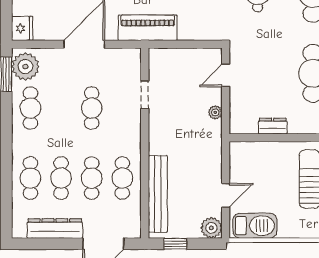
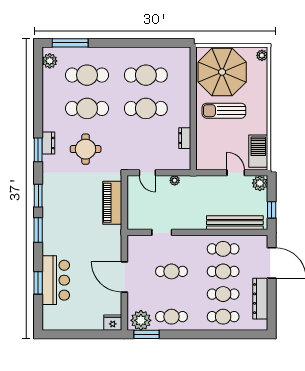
piano: (148, 28) -> (112, 203), moved

